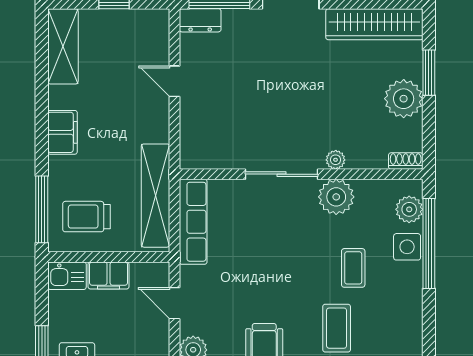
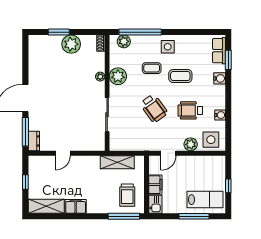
wardrobe: (374, 24) -> (36, 58), removed
filing cabinet: (63, 132) -> (76, 206), moved
sliding door: (281, 174) -> (107, 115), moved
shelving: (155, 196) -> (117, 162), width x0.68
row of seats: (193, 222) -> (130, 144), removed
side table: (407, 247) -> (168, 47), moved
wheelchair: (269, 272) -> (154, 108), added

